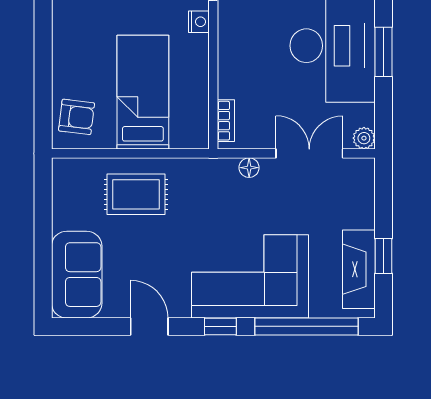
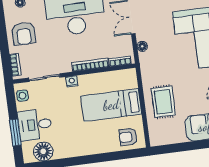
bookcase: (227, 62) -> (90, 65), added
armchair: (77, 117) -> (128, 137), turned -97

